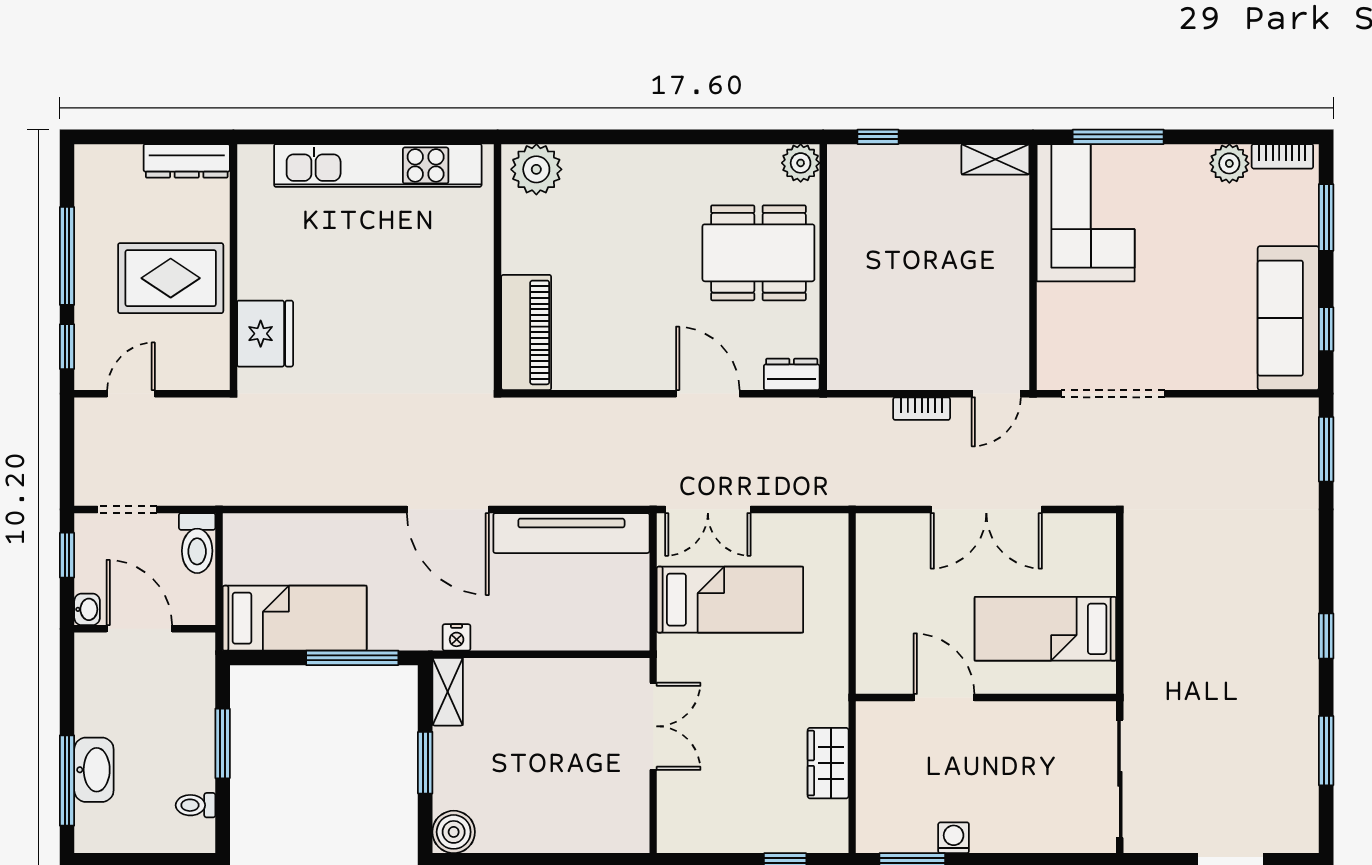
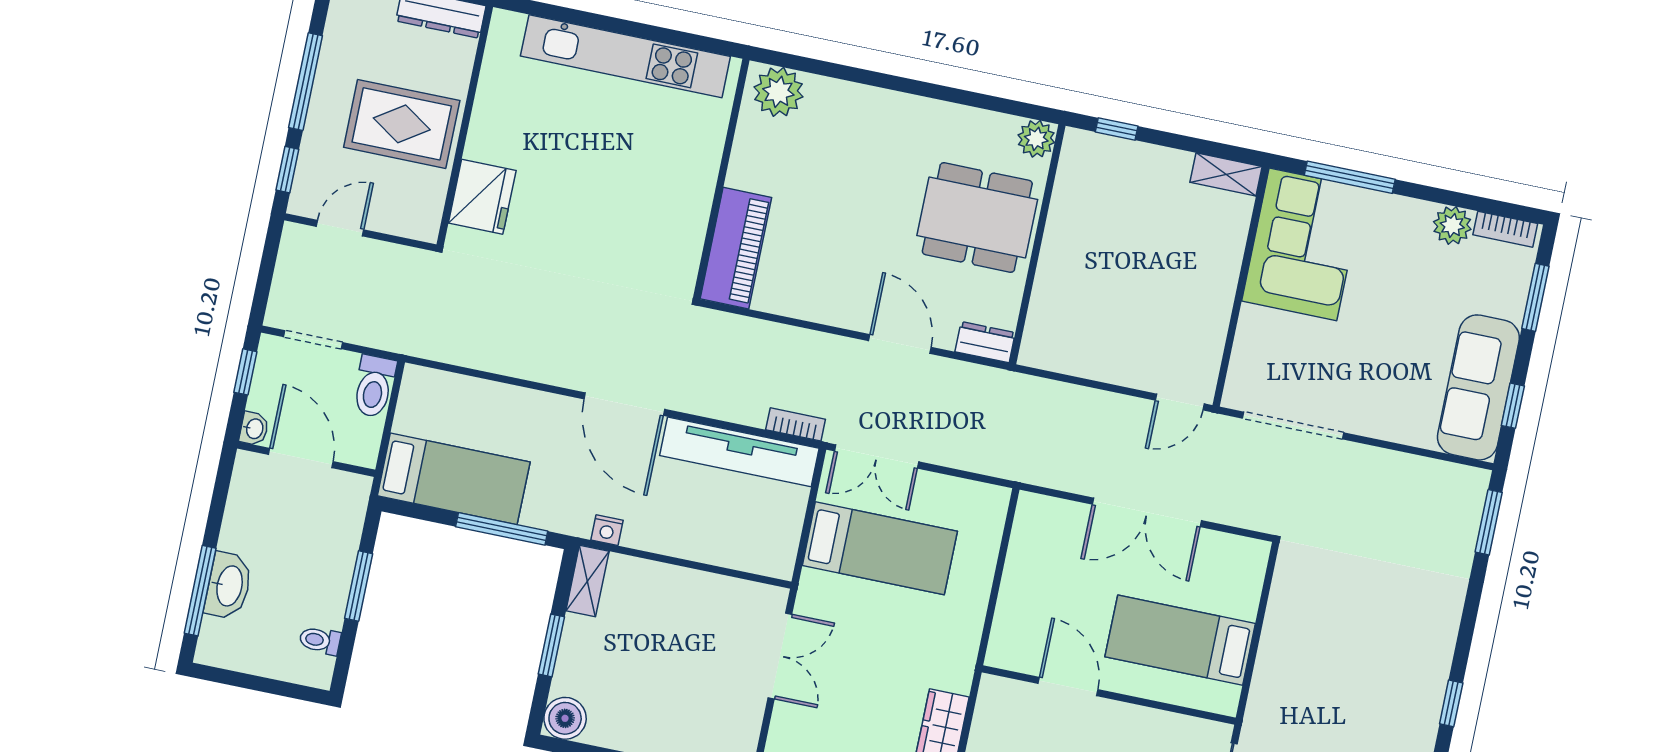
bookcase: (922, 409) -> (796, 424), moved, turned 180

